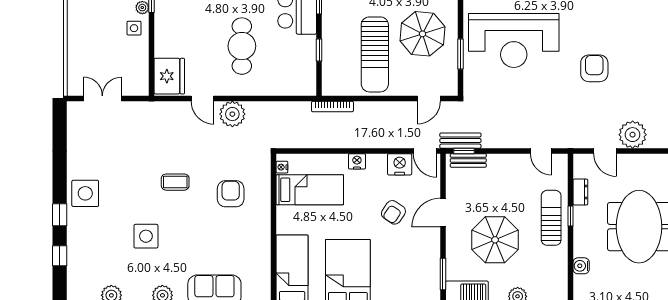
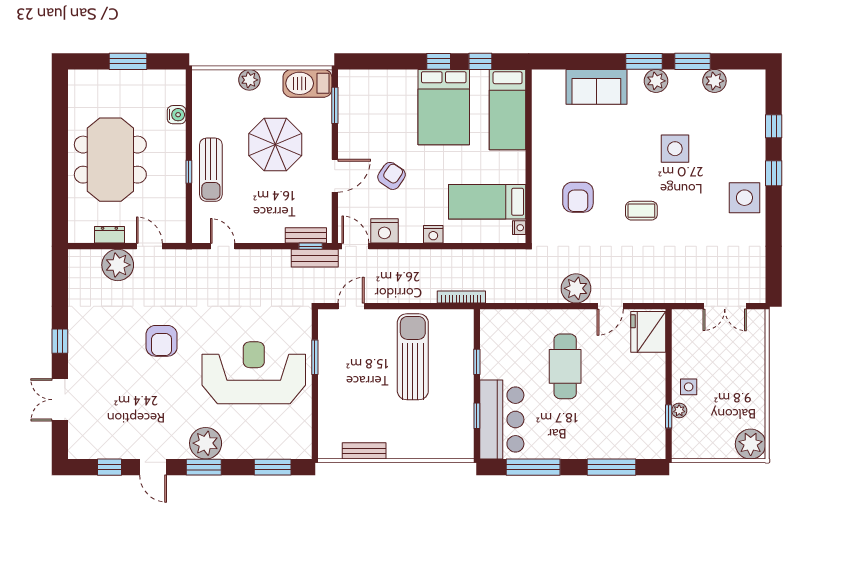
parasol: (423, 34) -> (358, 380), removed
door: (203, 99) -> (610, 306), swing flipped
dresser: (580, 192) -> (109, 235), moved, turned 90

